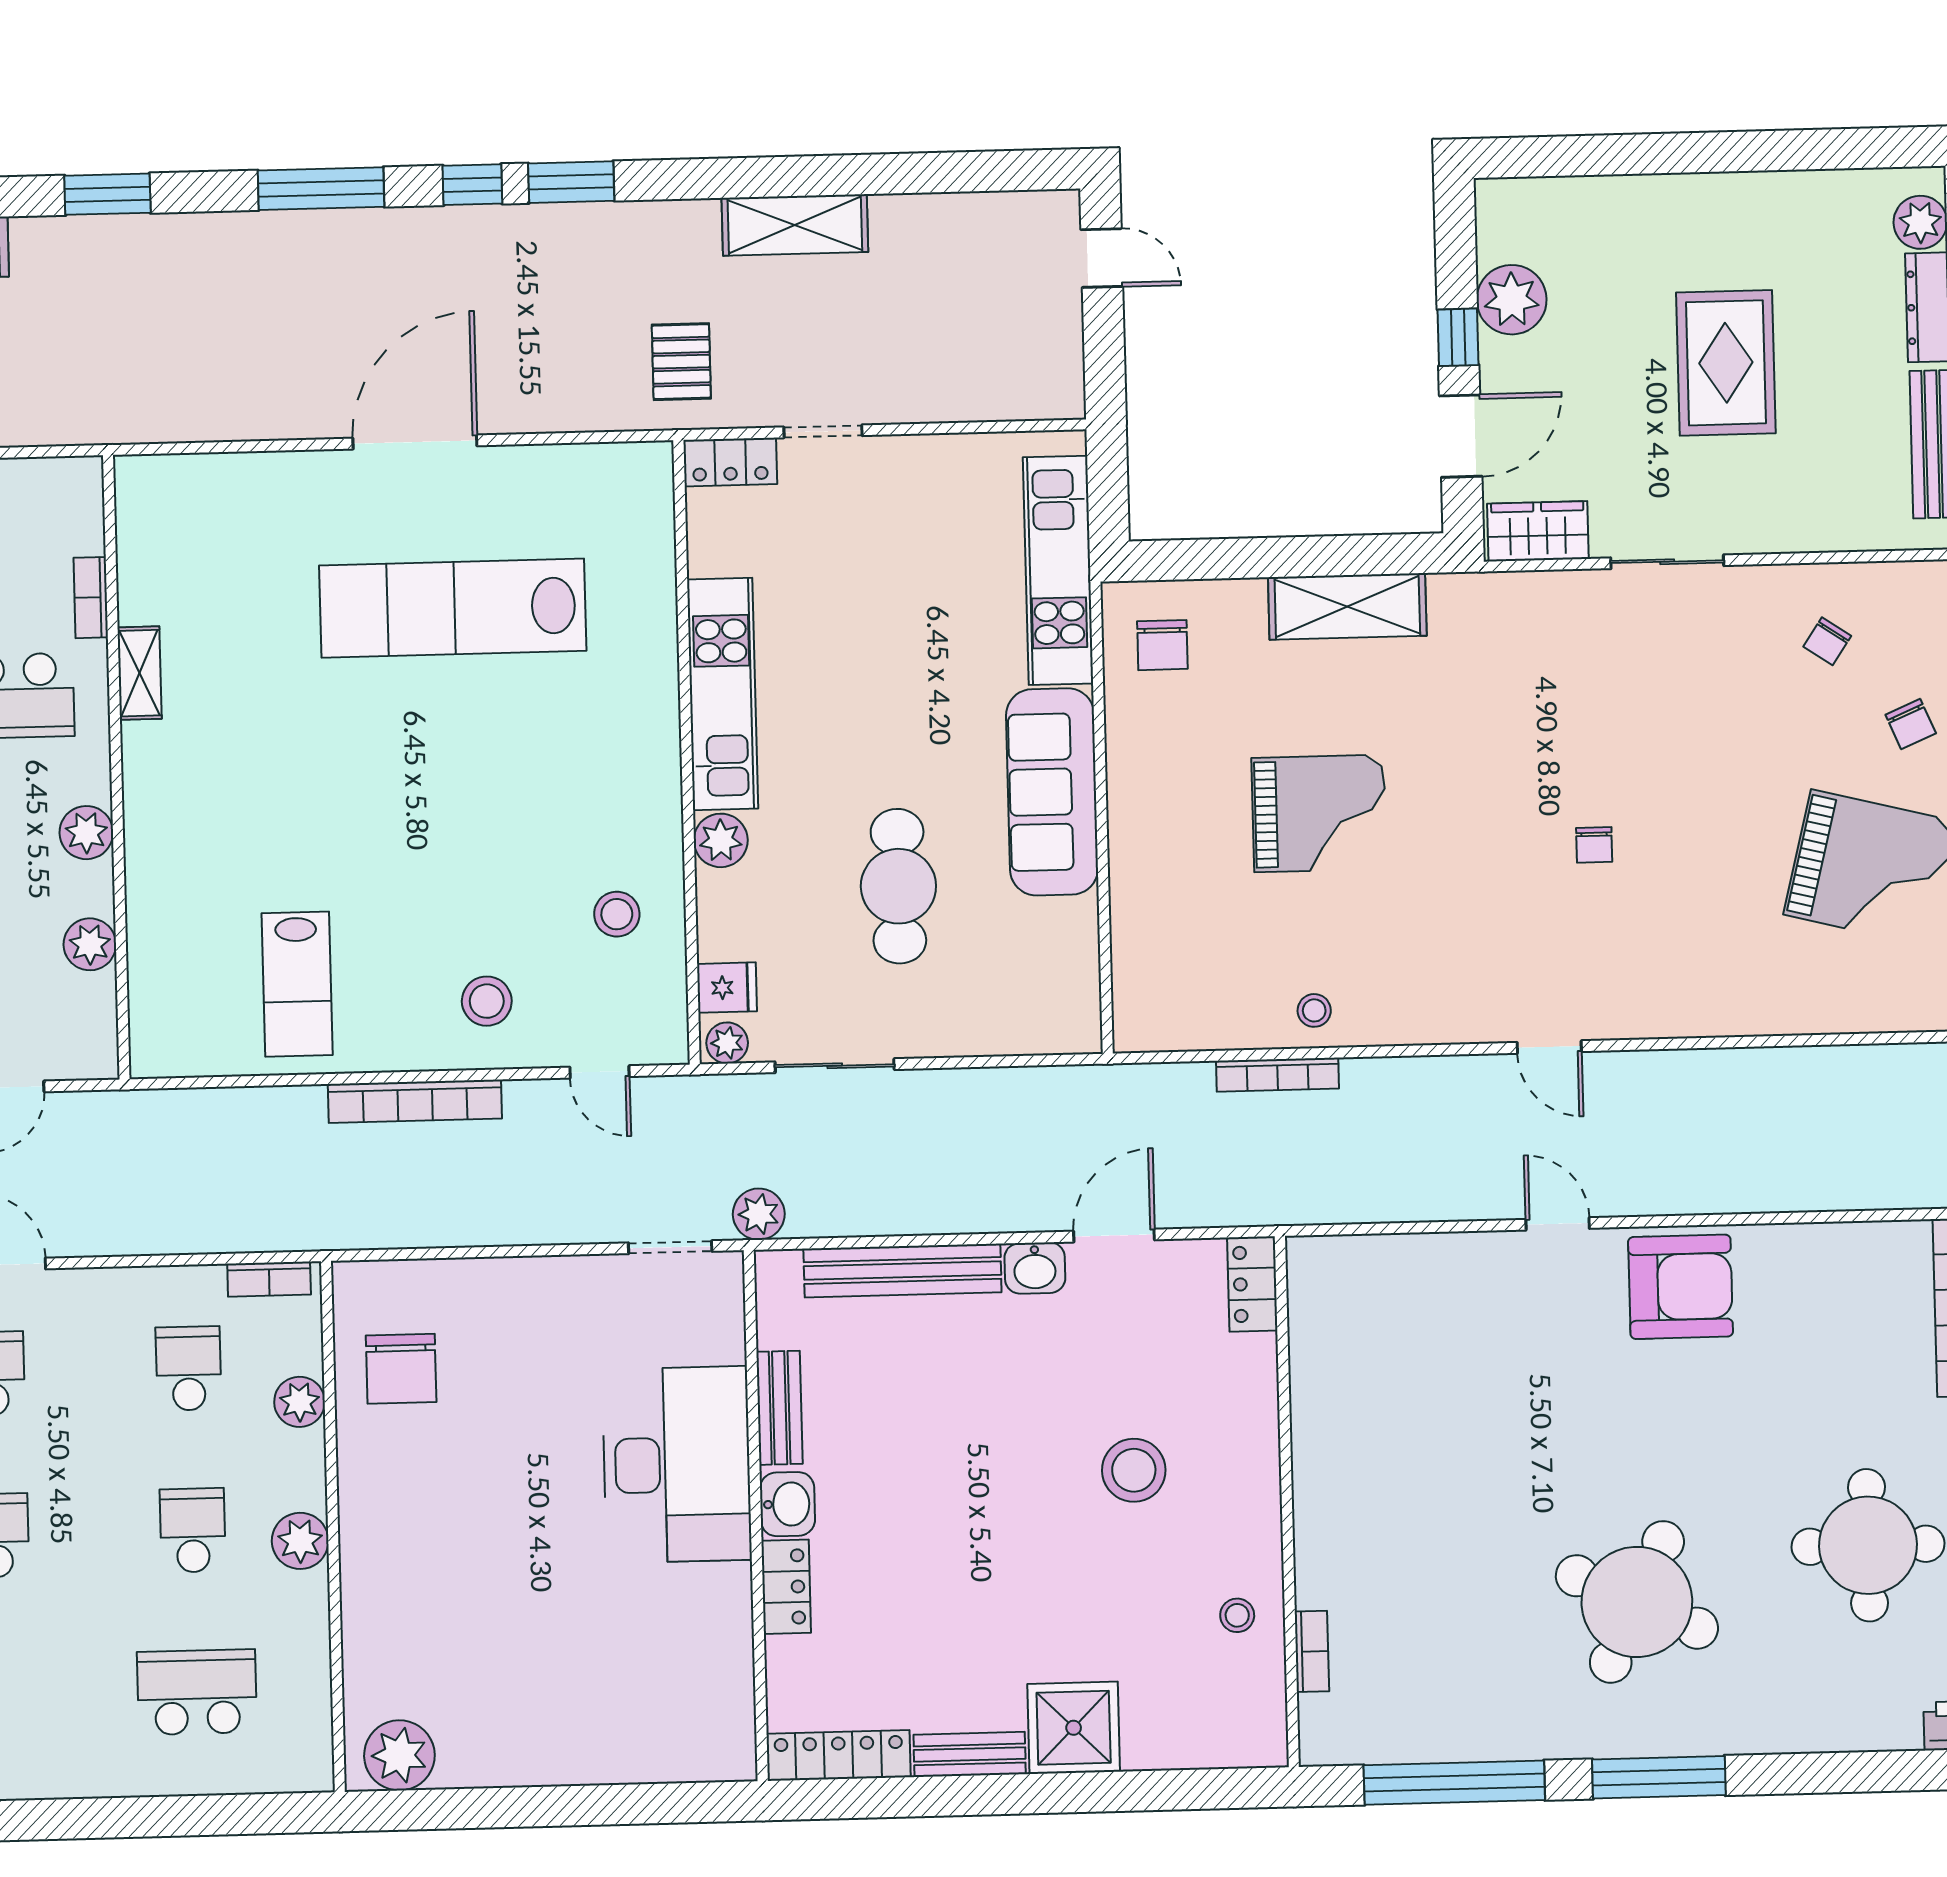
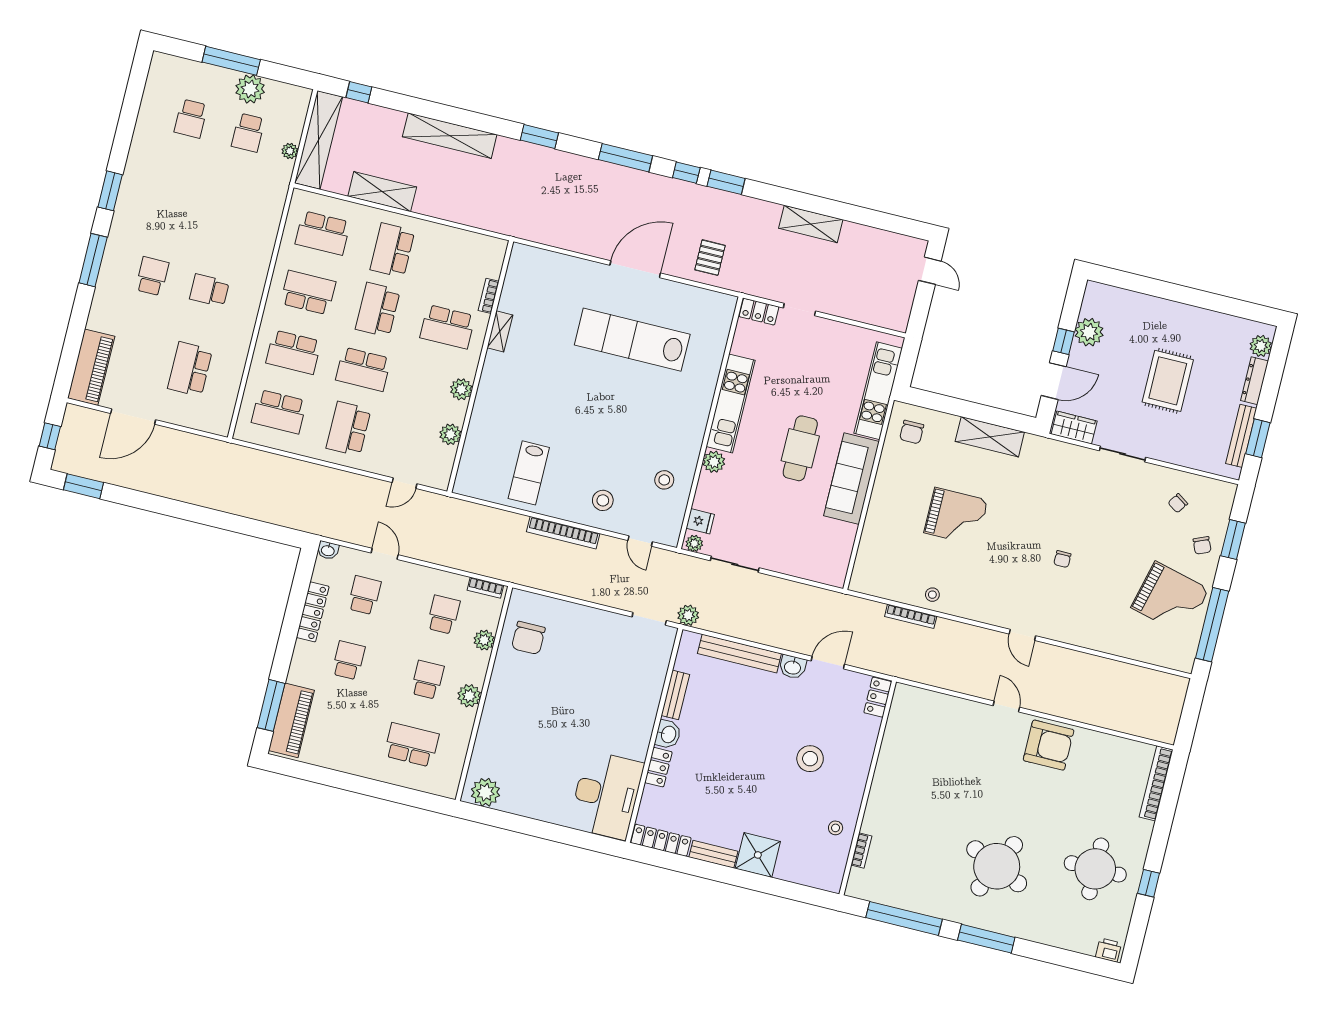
pallet: (681, 362) -> (710, 258), moved
cafe table: (898, 886) -> (800, 448), moved
desk: (677, 1465) -> (606, 795), moved

